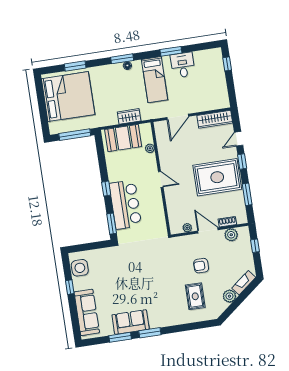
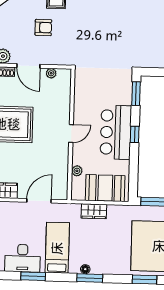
desk: (183, 65) -> (23, 258), width x1.37
door: (161, 179) -> (71, 134), swing flipped
bar counter: (125, 205) -> (116, 132), moved

